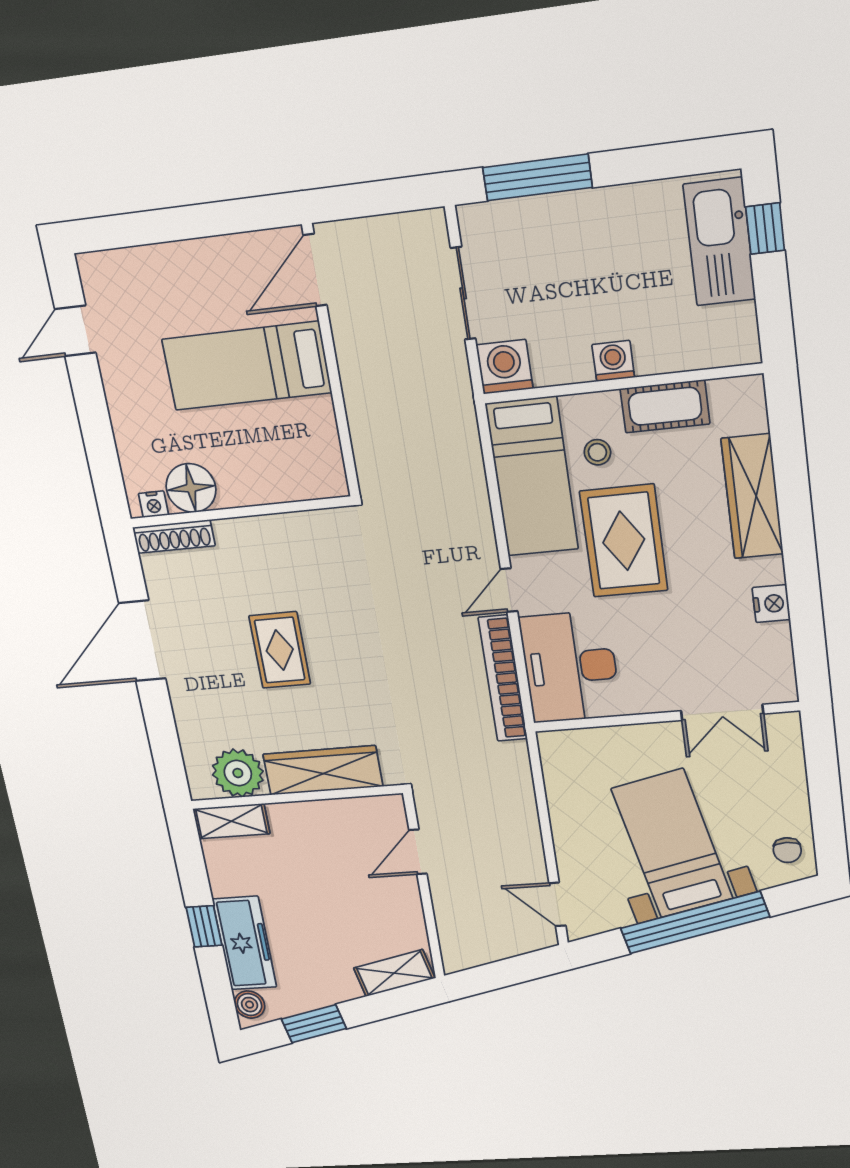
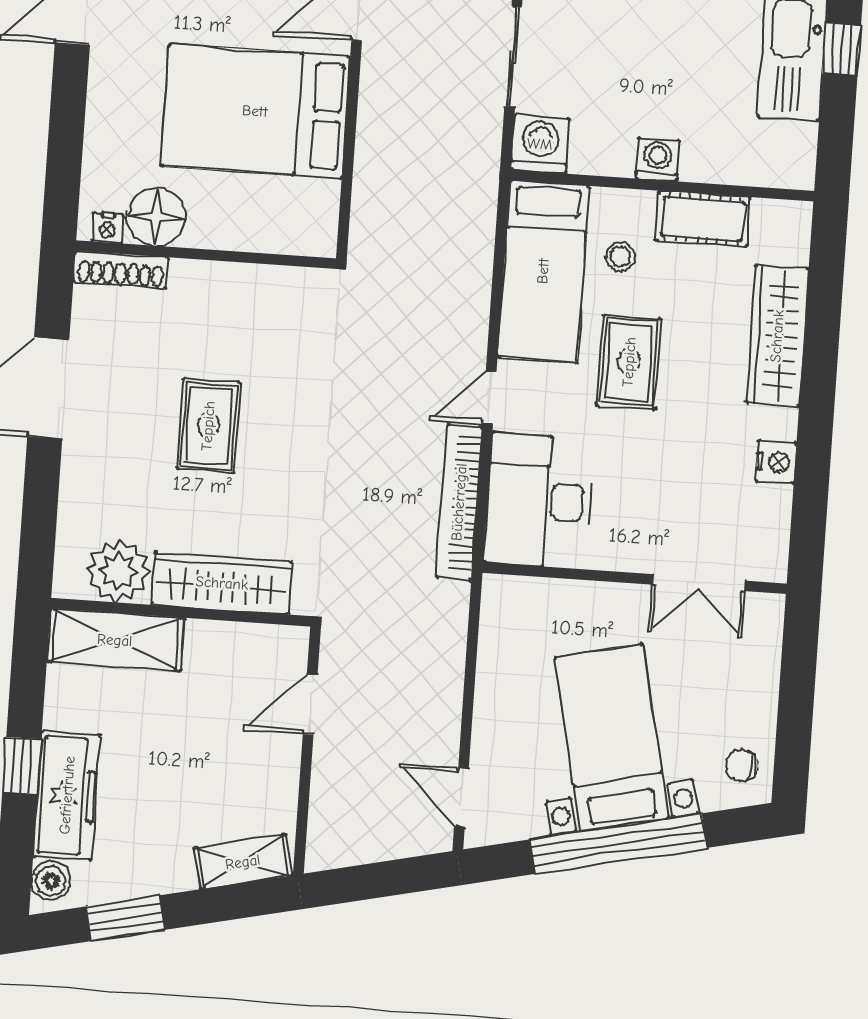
bed: (247, 366) -> (255, 111), width x1.50
rug: (624, 541) -> (629, 362), width x0.73, depth x0.70
shelving: (231, 821) -> (115, 640), width x1.50, depth x1.33
chair: (787, 850) -> (742, 765), turned 90

